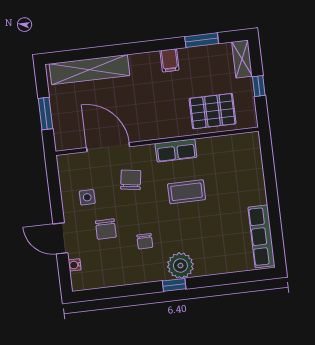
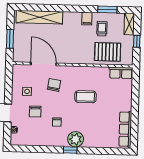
trolley: (197, 73) -> (102, 29), added
row of seats: (176, 150) -> (121, 73), moved

